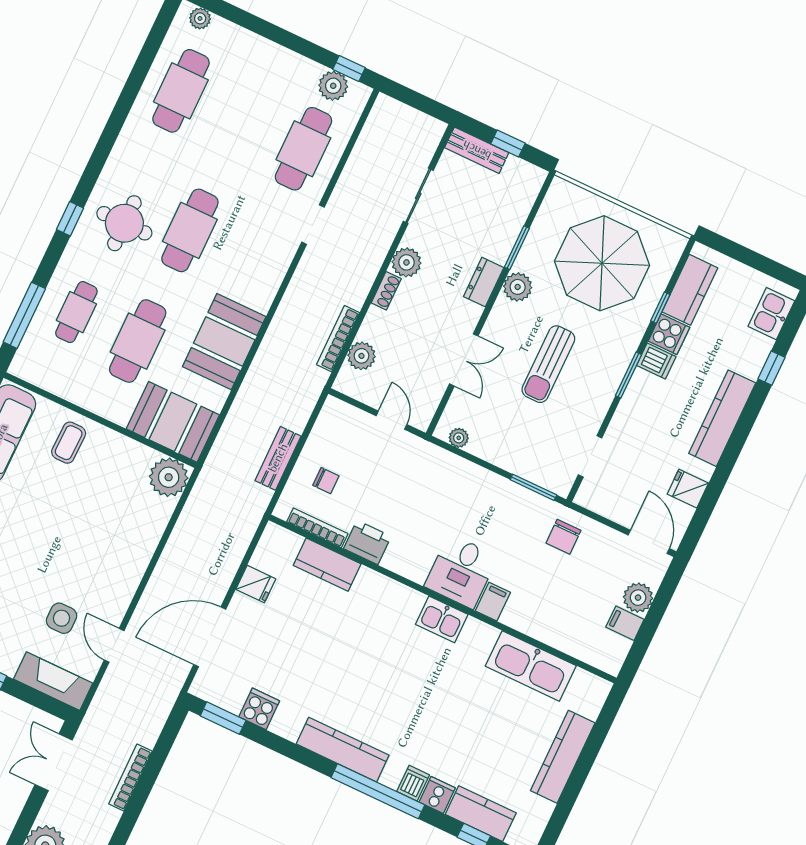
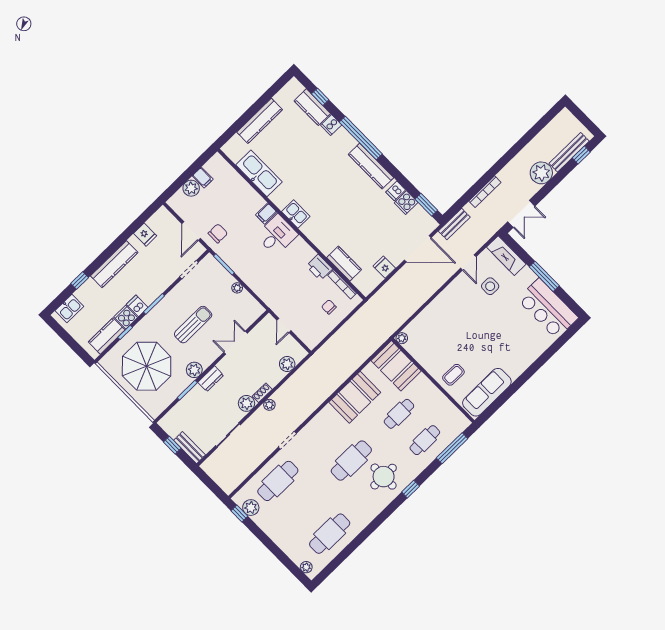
plant: (366, 274) -> (269, 405), added
bookcase: (338, 339) -> (296, 377), removed
cafe table: (138, 341) -> (399, 414), width x0.73, depth x0.74
plant: (459, 438) -> (237, 288), moved
bench: (278, 458) -> (454, 224), moved
plant: (169, 477) -> (402, 338), width x0.53, depth x0.53
door: (649, 542) -> (191, 231), moved
dishwasher: (413, 783) -> (396, 191), moved

